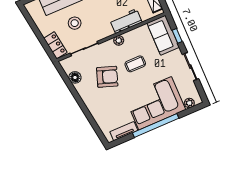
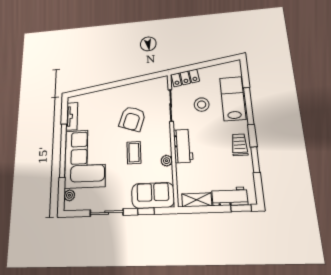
workbench: (126, 21) -> (183, 146), moved
plant: (119, 40) -> (167, 161), moved
floor lamp: (75, 77) -> (145, 87), removed

